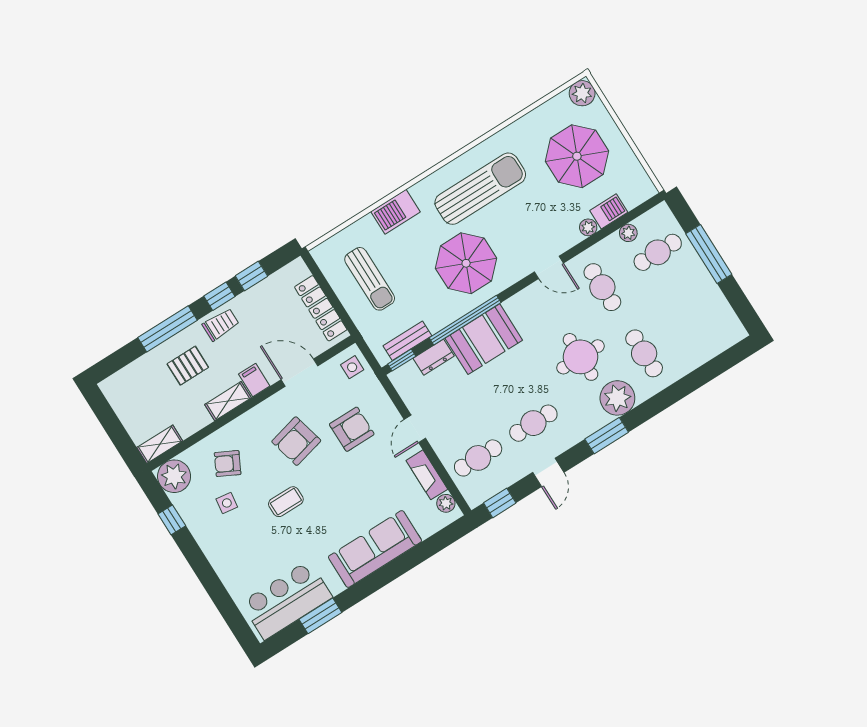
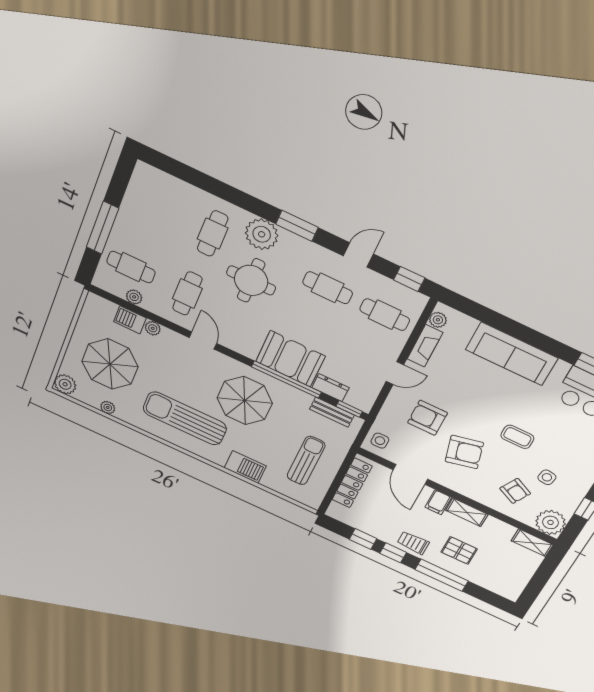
plant: (534, 118) -> (108, 407), added

